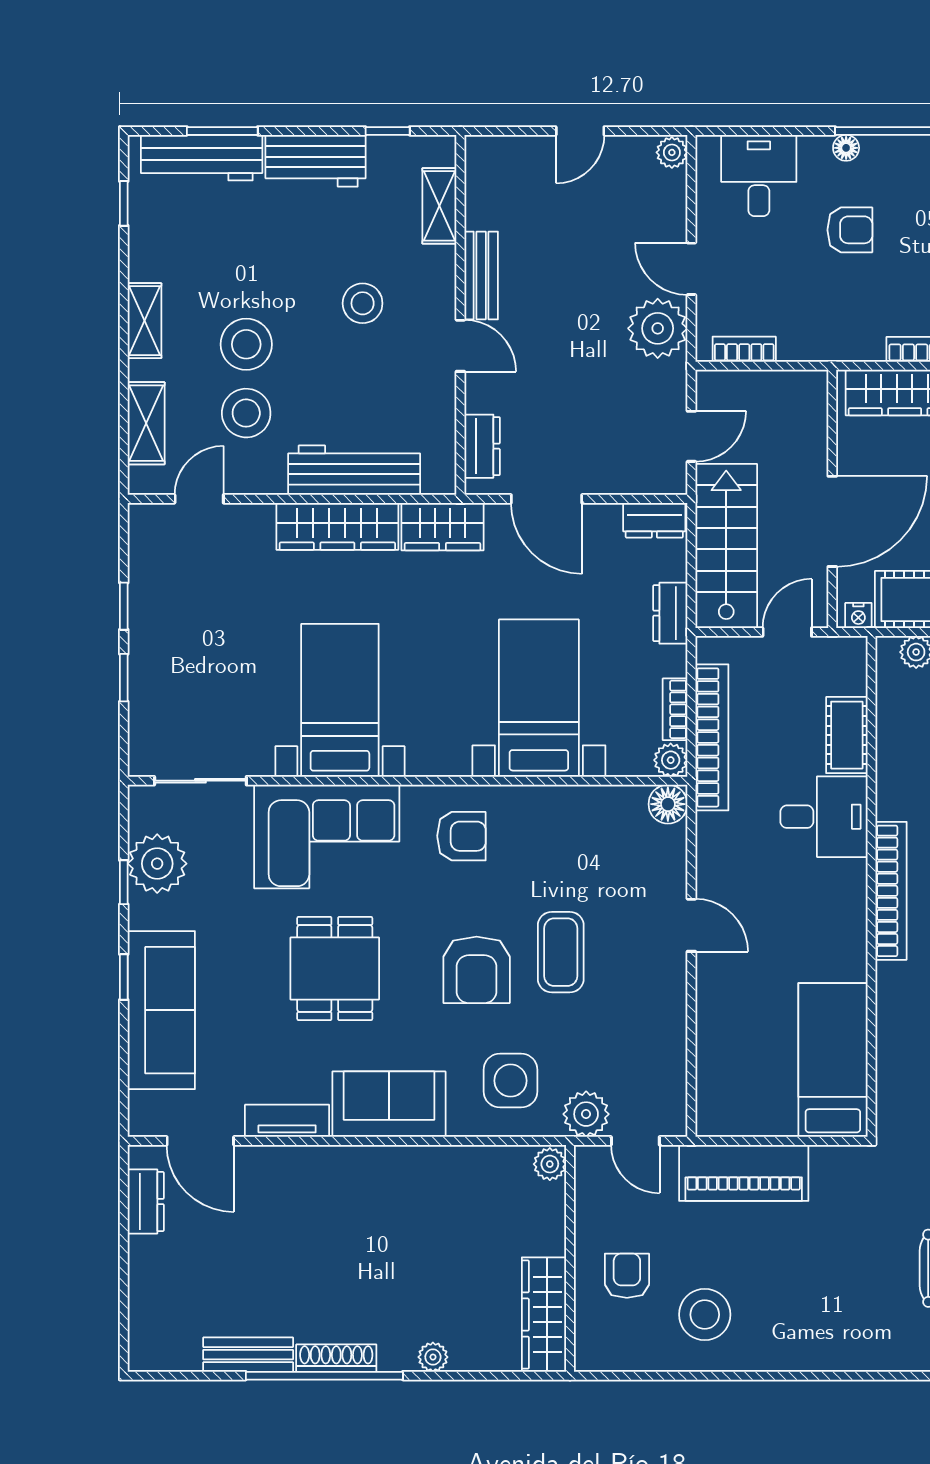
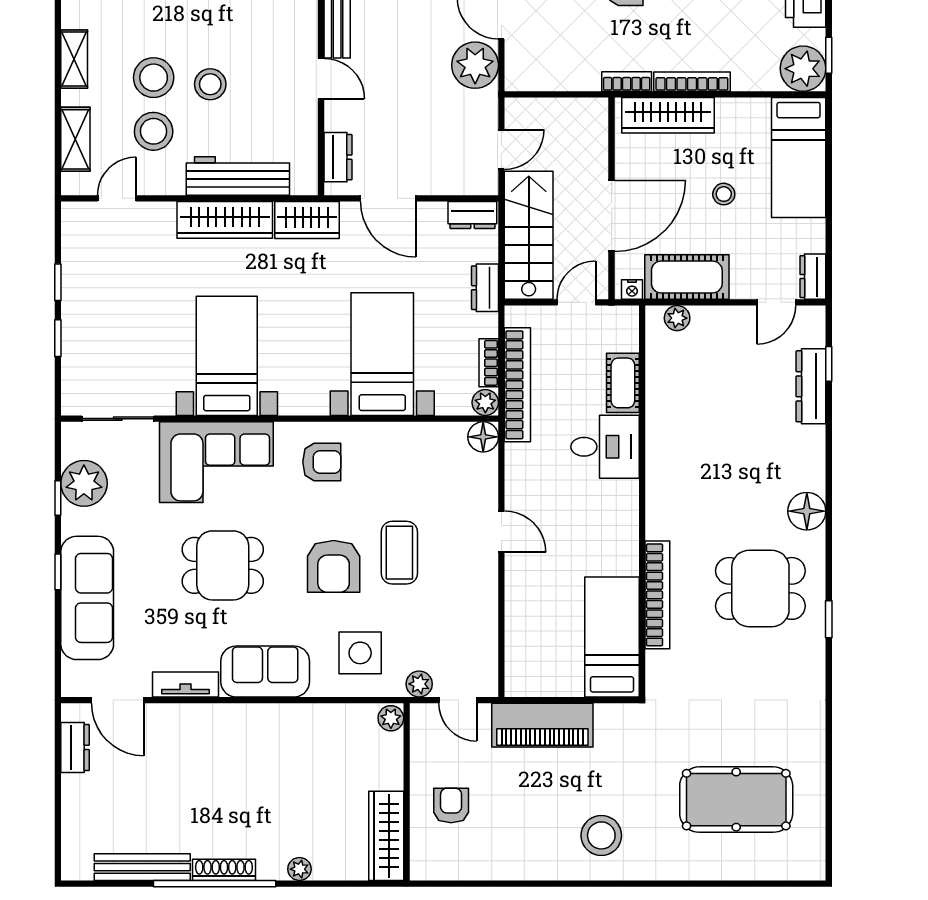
stool: (363, 303) -> (210, 84), moved
bookcase: (744, 349) -> (627, 81), moved
bookcase: (891, 891) -> (657, 595), moved
dining table: (335, 969) -> (223, 565), turned 90
plant: (586, 1114) -> (419, 684), width x0.73, depth x0.73
stool: (705, 1315) -> (601, 835), moved
bench: (248, 1355) -> (142, 867), width x1.36

